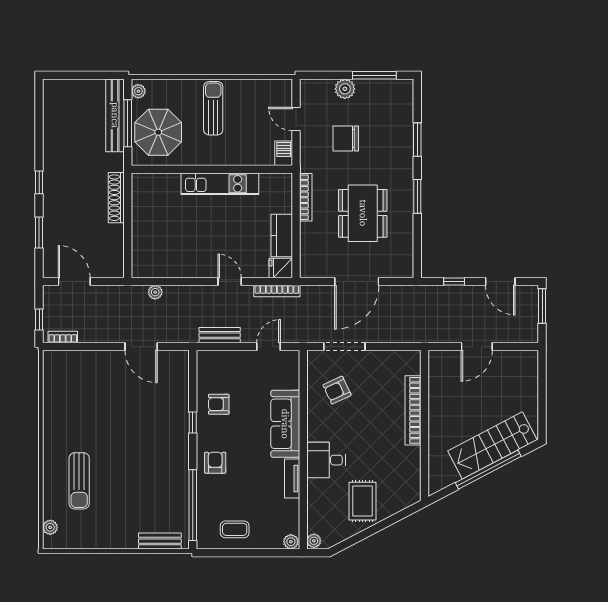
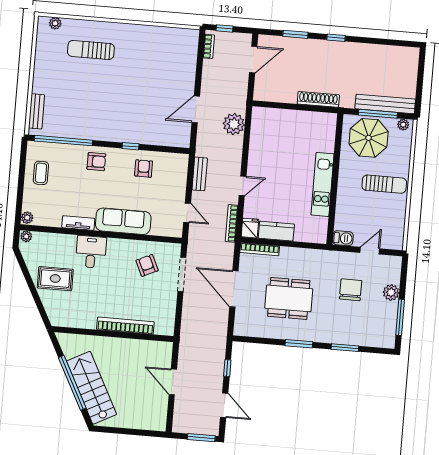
bookcase: (306, 197) -> (260, 249), moved
door: (500, 281) -> (224, 405), swing flipped
plant: (155, 292) -> (234, 124), width x1.87, depth x1.87

